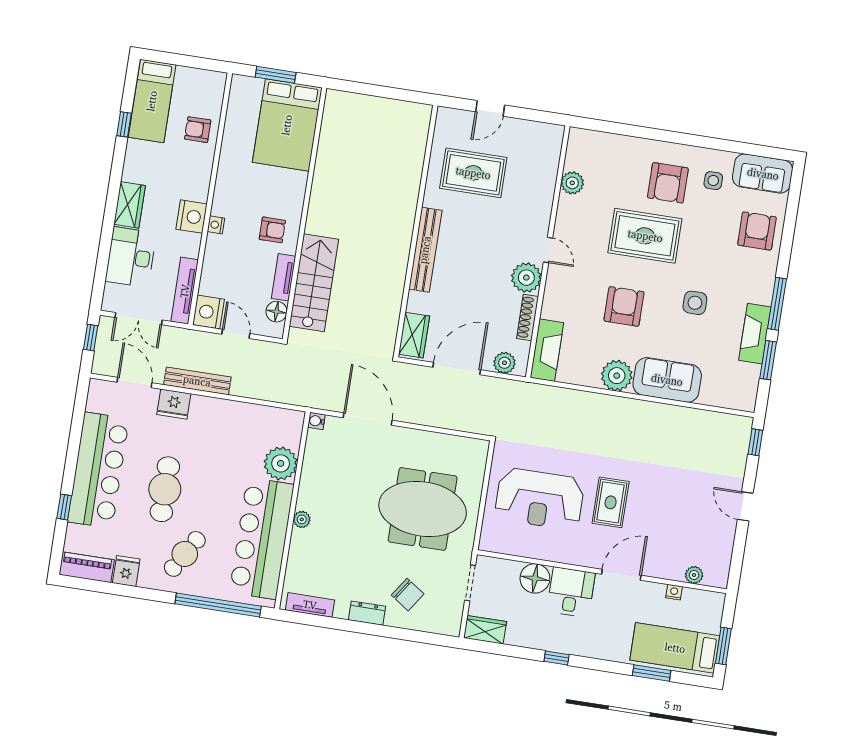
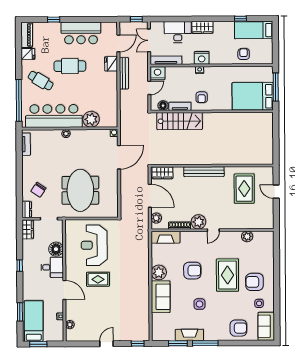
window: (276, 75) -> (276, 87), width x1.44
bar counter: (98, 470) -> (81, 33), width x0.73
dresser: (367, 613) -> (27, 209), moved

